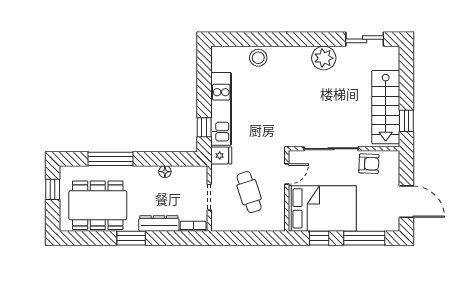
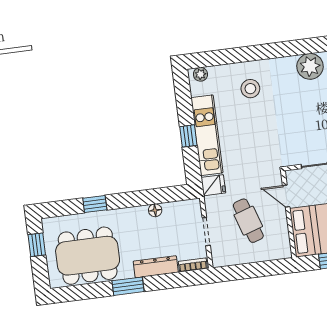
plant: (222, 52) -> (200, 74), added
stool: (258, 58) -> (250, 89), moved
window: (204, 127) -> (188, 136), moved
window: (110, 159) -> (95, 204), width x0.46
door: (287, 174) -> (286, 196), swing flipped

